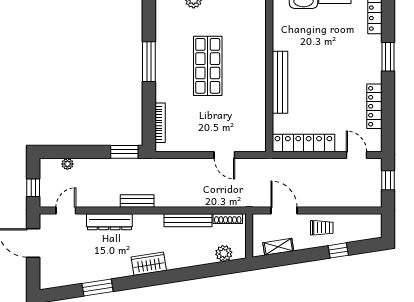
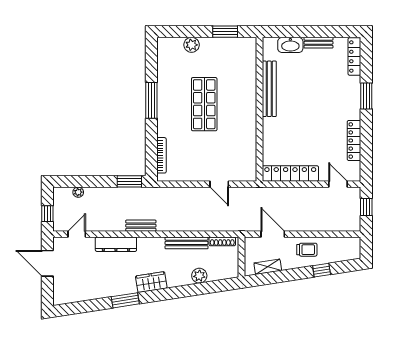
bench: (280, 82) -> (269, 89), moved
plant: (224, 253) -> (199, 276), moved
window: (98, 287) -> (125, 300), moved

